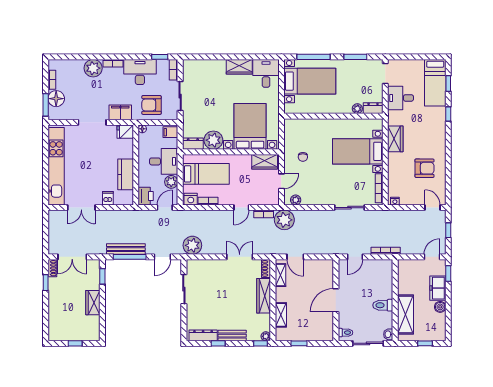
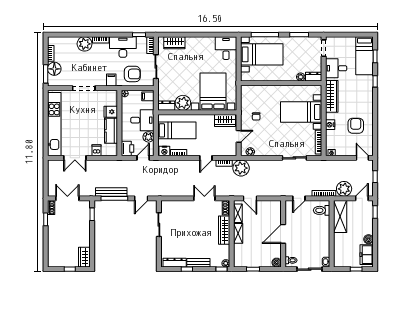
wardrobe: (239, 67) -> (174, 43), moved
armchair: (152, 105) -> (132, 74), turned 180
filing cabinet: (120, 112) -> (111, 80), width x0.50
fridge: (125, 132) -> (111, 112), moved
wardrobe: (395, 139) -> (332, 96), width x1.50
nightstand: (393, 167) -> (330, 125), added
armchair: (424, 168) -> (356, 126), turned -90
plant: (192, 245) -> (344, 189), moved
double door: (72, 257) -> (67, 198), swing flipped
freezer: (438, 288) -> (367, 255), moved
wardrobe: (93, 303) -> (84, 257), moved
toilet: (383, 305) -> (322, 210), moved
shelving: (281, 315) -> (238, 233), moved
shelving: (405, 315) -> (340, 216), moved
boiler: (328, 335) -> (277, 263), added

